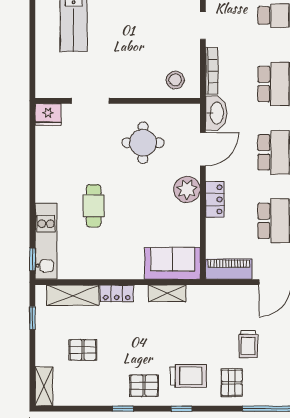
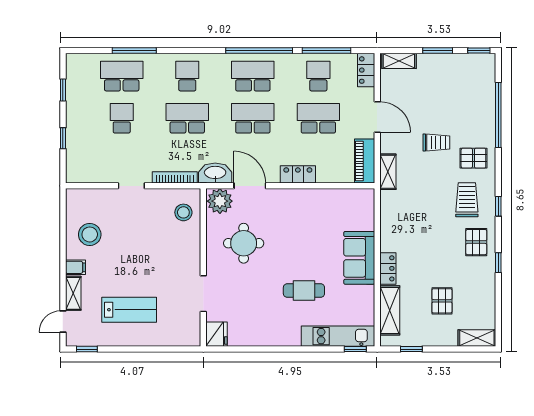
plant: (187, 189) -> (220, 201), moved
sofa: (172, 263) -> (359, 258), moved
shelving: (167, 293) -> (388, 172), moved

